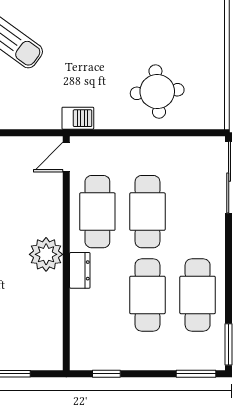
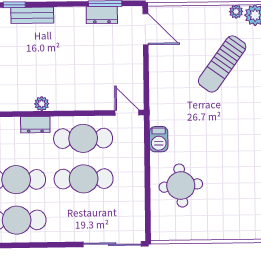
barbecue: (78, 118) -> (159, 139), moved
plant: (46, 254) -> (42, 104), width x0.53, depth x0.53

